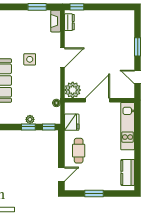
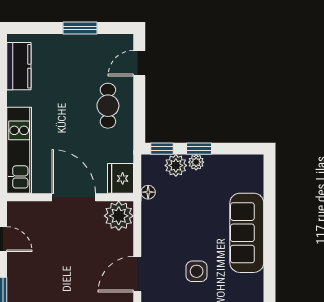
door: (97, 100) -> (74, 197), swing flipped
plant: (41, 118) -> (176, 165), added
fridge: (72, 122) -> (121, 178), moved

